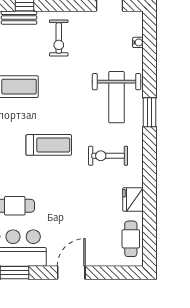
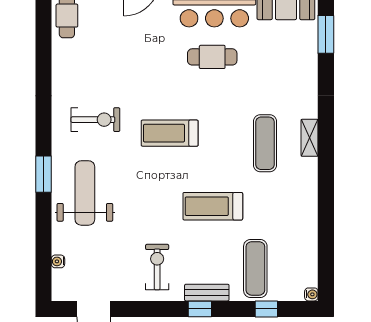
fridge: (133, 199) -> (64, 65), removed

